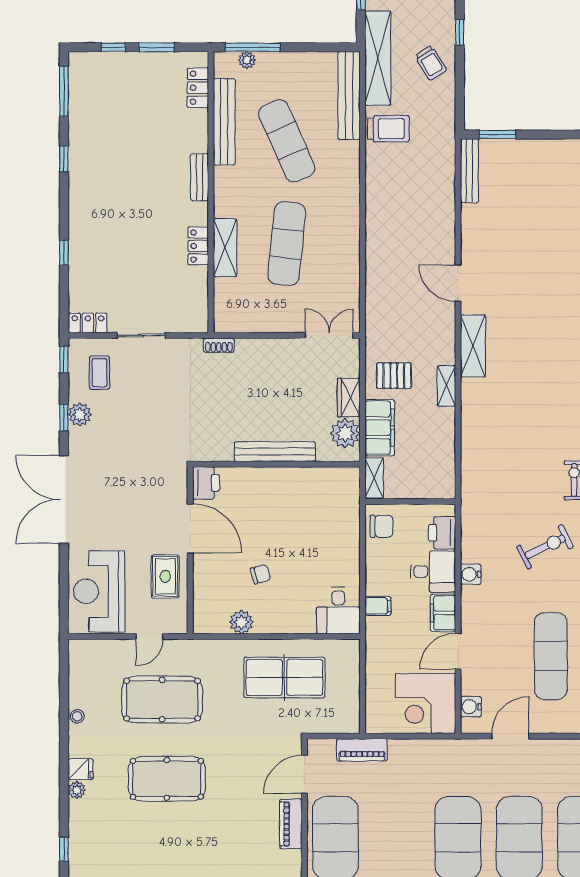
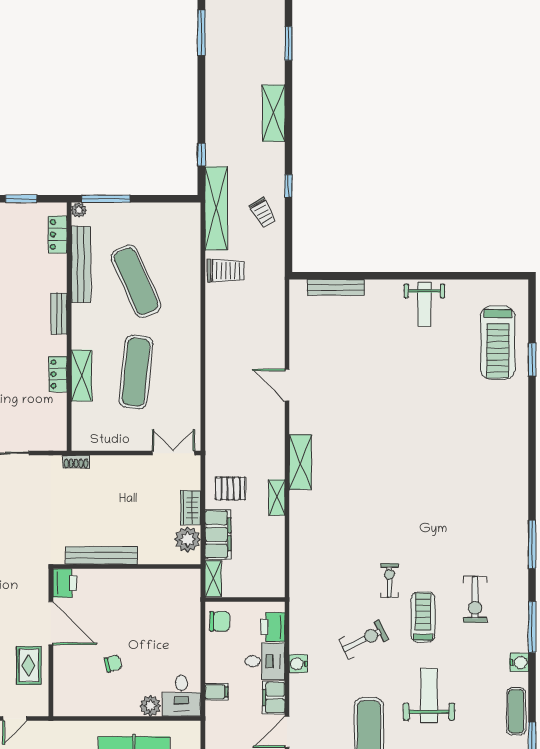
plant: (247, 60) -> (79, 210), moved
bench: (349, 96) -> (191, 241), removed
window: (497, 134) -> (322, 276), removed
bench: (469, 171) -> (336, 287), moved, turned 90
door: (458, 283) -> (287, 385), moved
bench: (275, 452) -> (101, 555), moved
plant: (241, 622) -> (150, 706), moved

